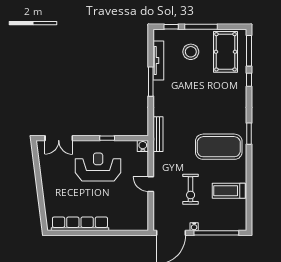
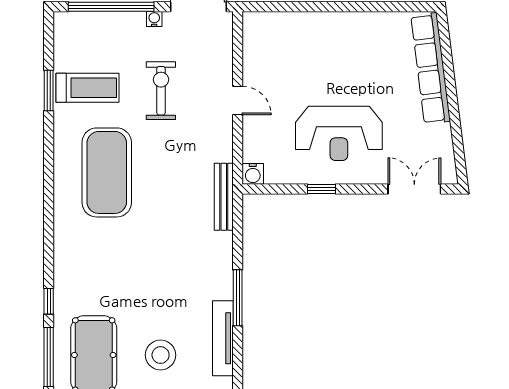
window: (249, 134) -> (49, 91), moved
exercise mat: (219, 147) -> (107, 172), turned 90
row of seats: (80, 224) -> (431, 68), moved, turned 83

